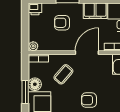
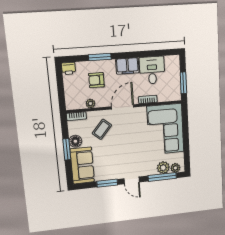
plant: (33, 46) -> (90, 104), moved
armchair: (89, 100) -> (128, 151), removed

